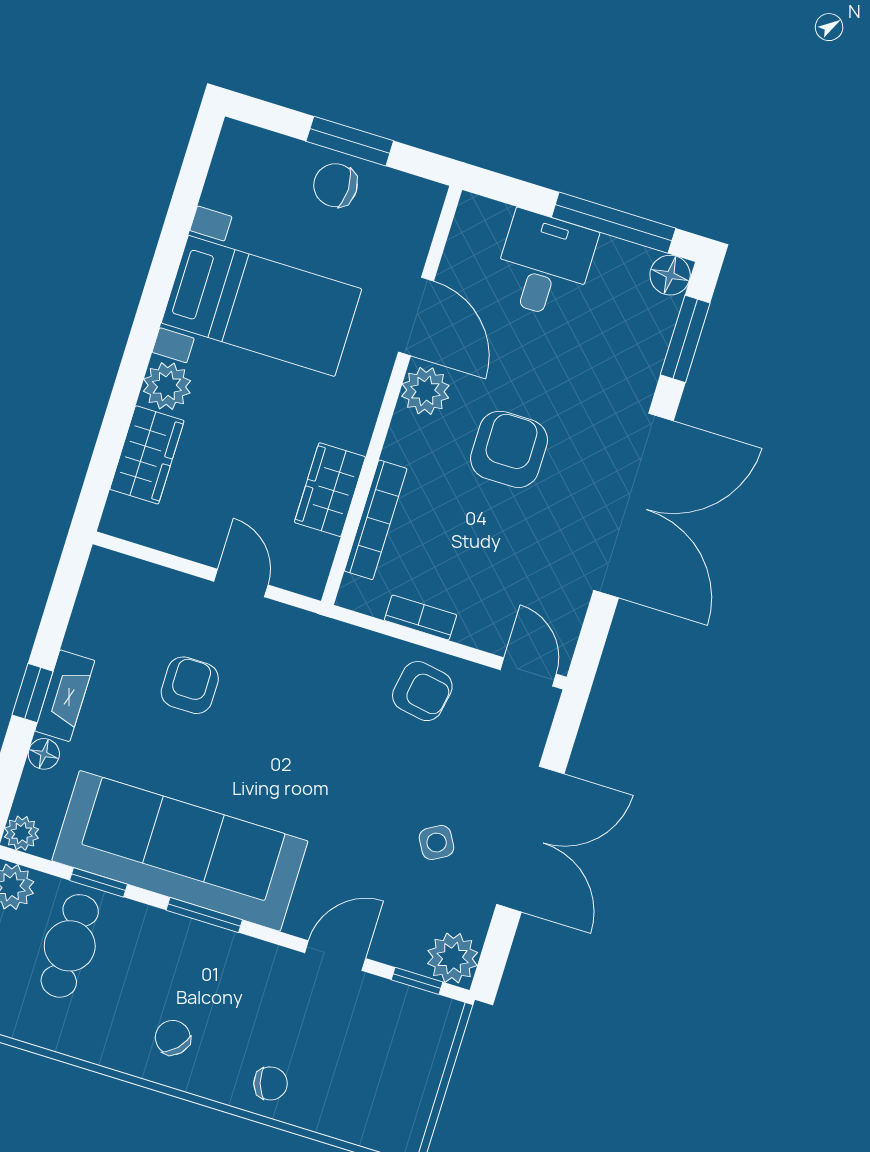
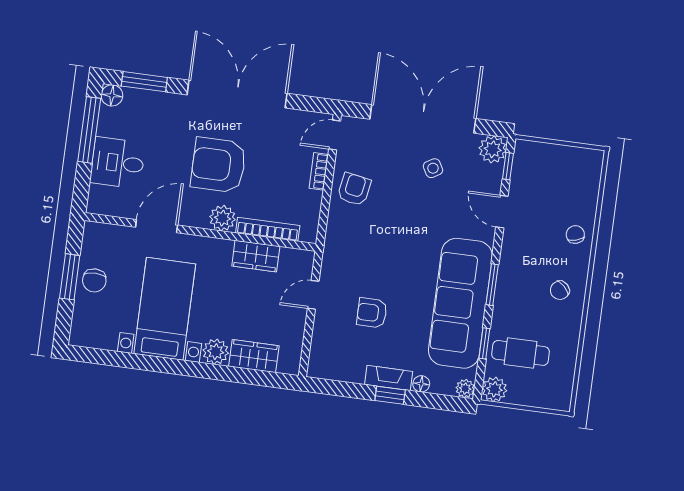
plant: (425, 391) -> (223, 218), moved
armchair: (509, 449) -> (219, 165), width x1.36, depth x1.36
bookcase: (420, 617) -> (319, 171), moved
double door: (530, 839) -> (423, 119), width x1.36

